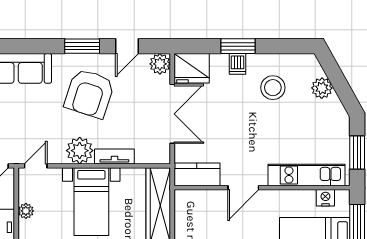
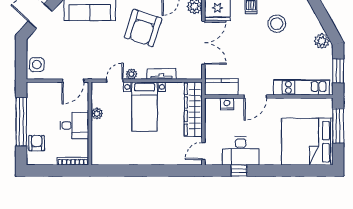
plant: (322, 88) -> (322, 41), moved
plant: (80, 151) -> (131, 74), width x0.53, depth x0.53
door: (36, 166) -> (115, 81), moved
nightstand: (325, 198) -> (227, 104), moved

